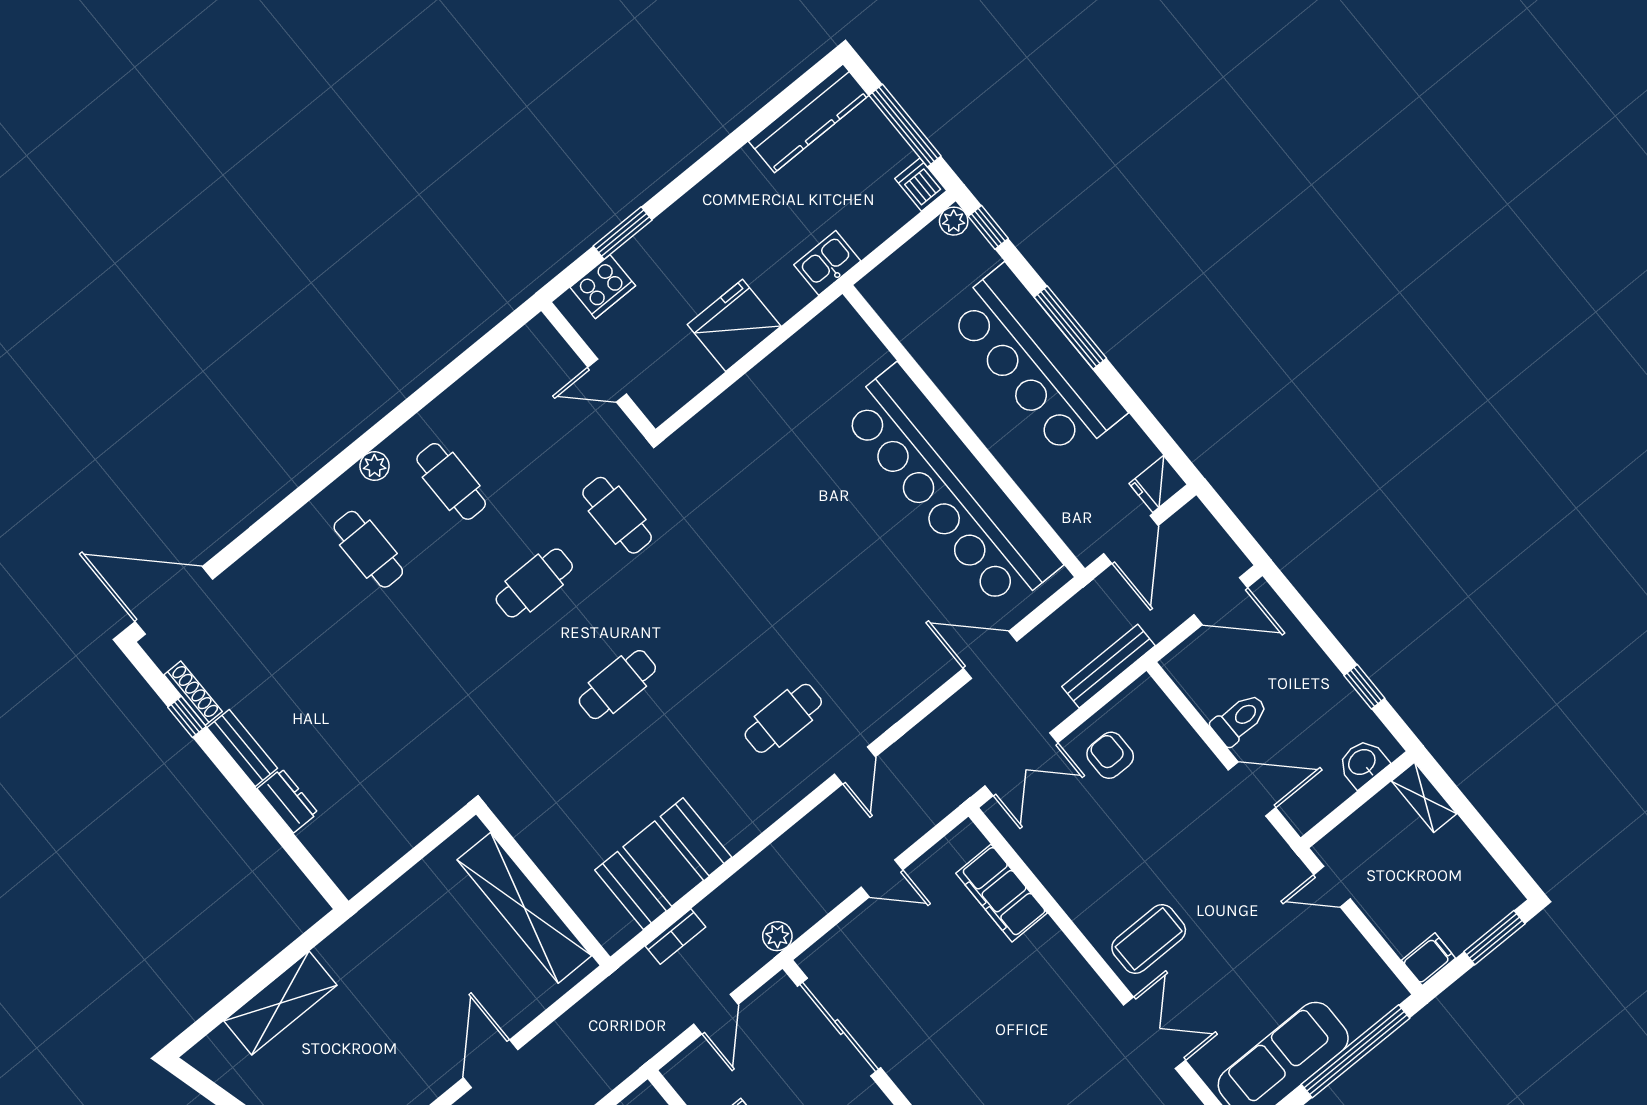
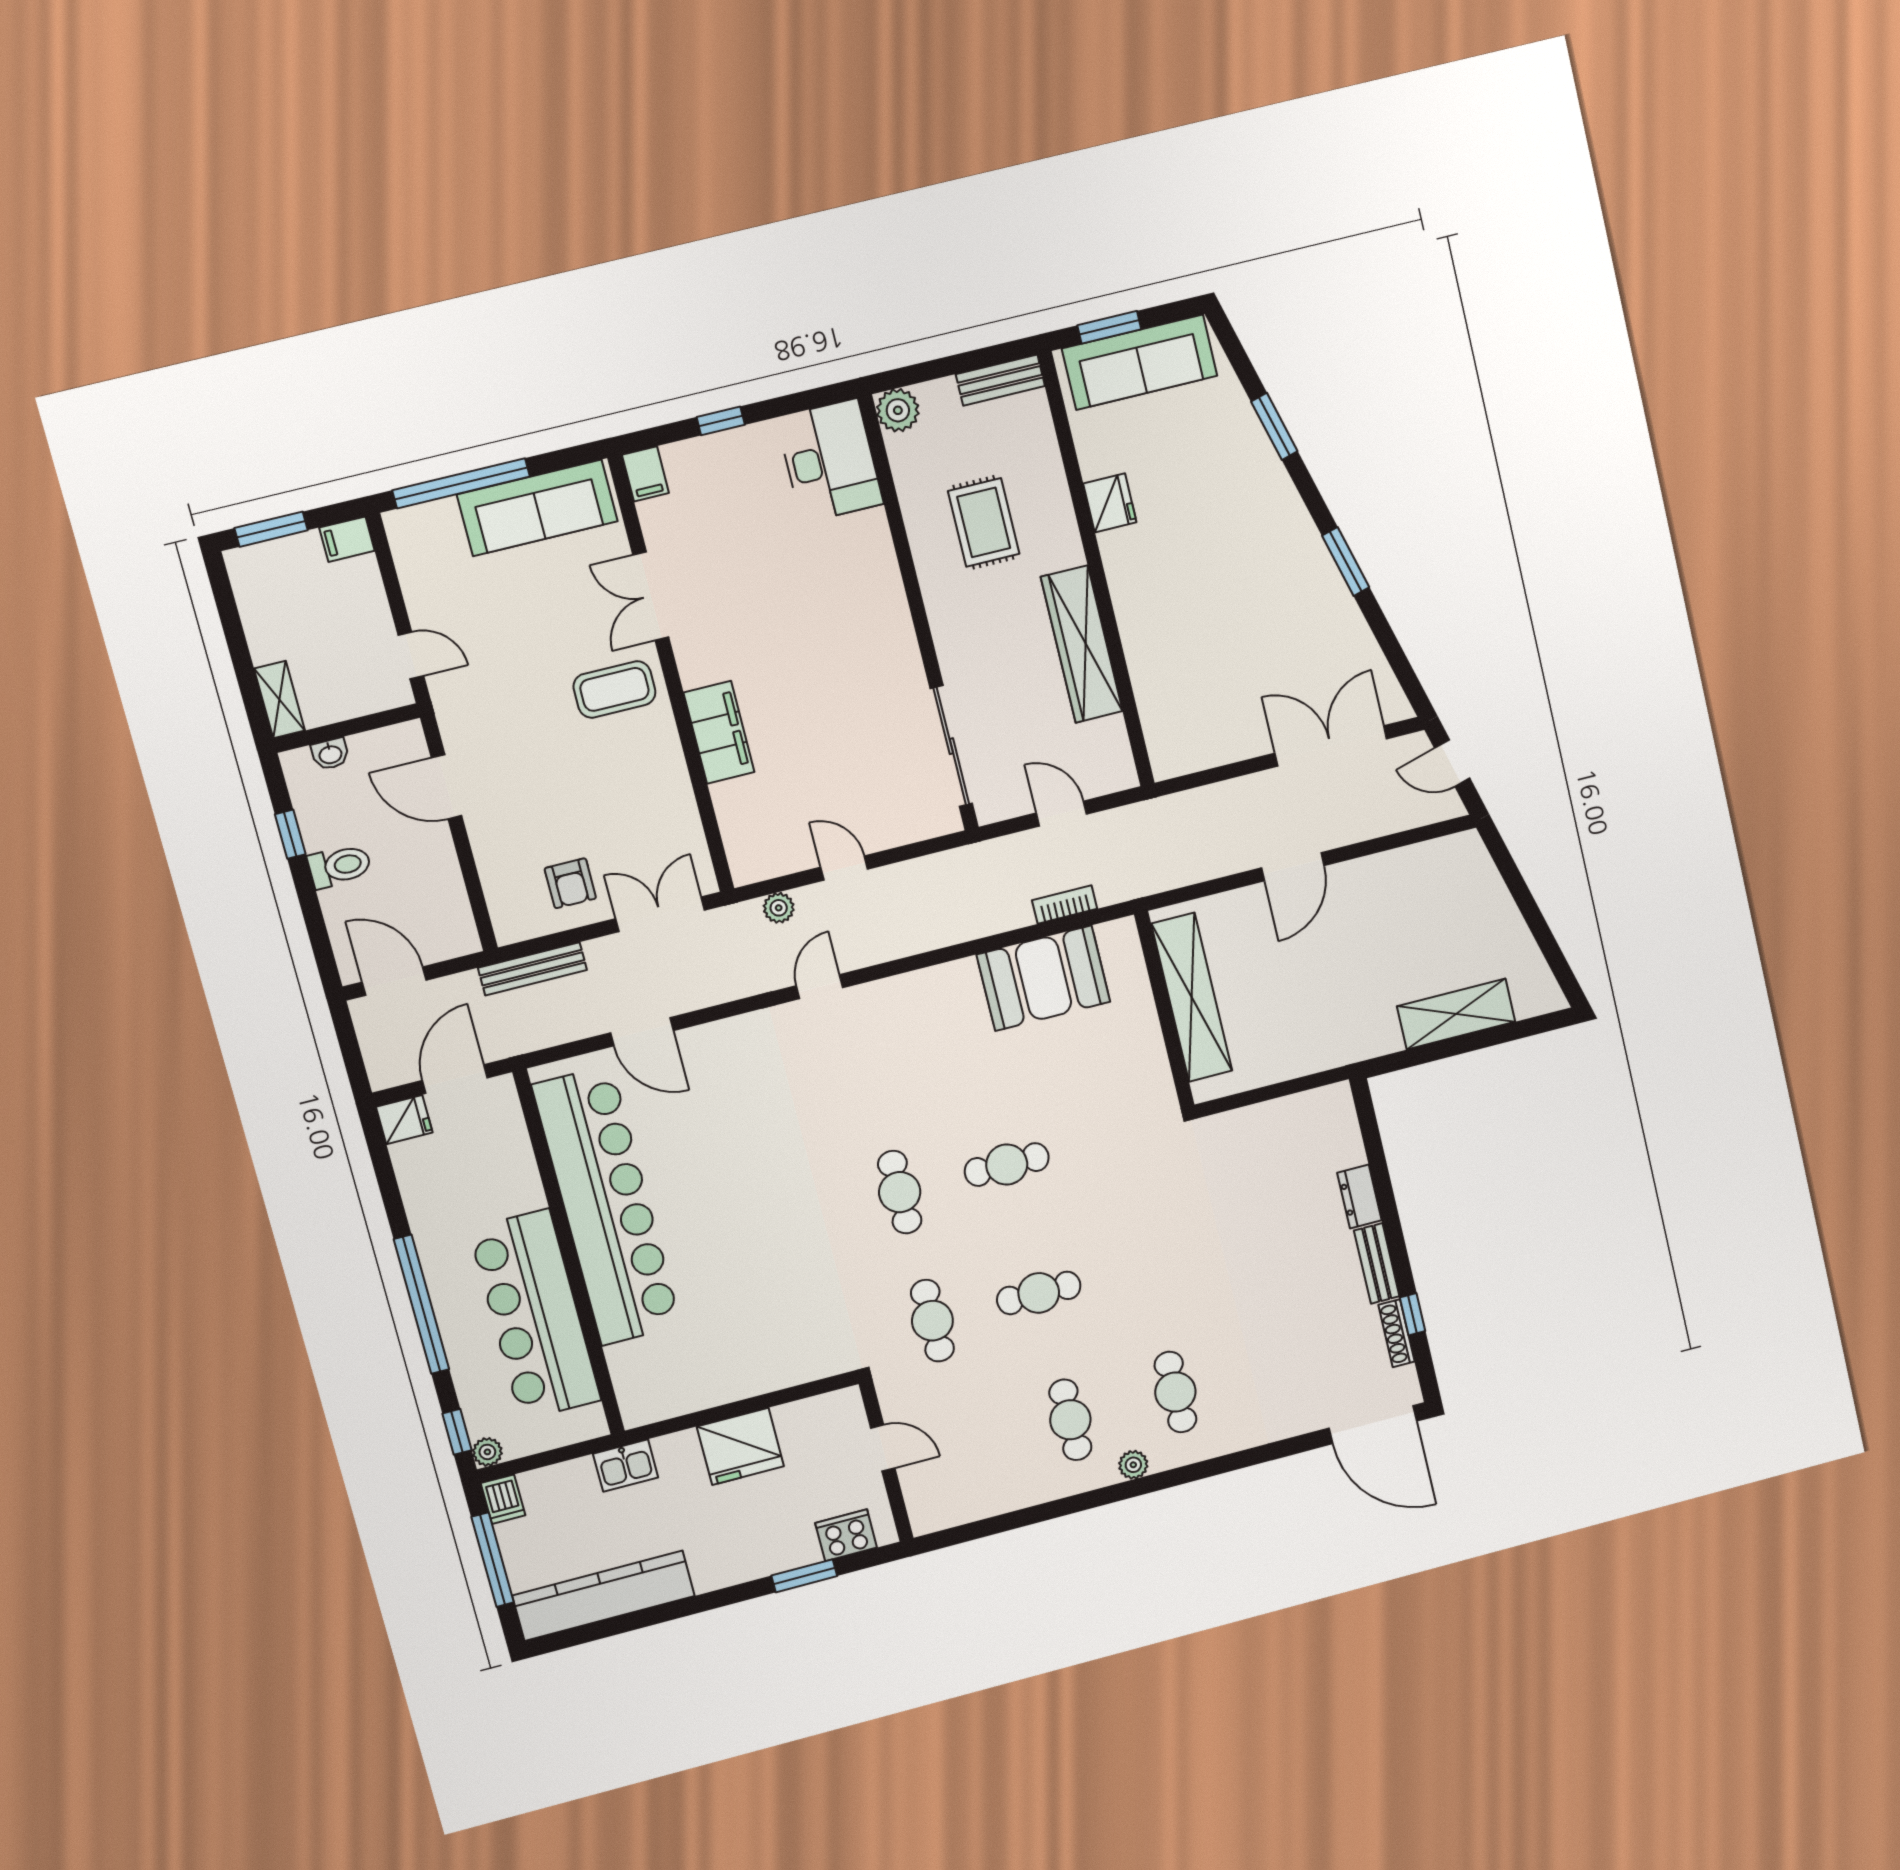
kitchen counter: (809, 118) -> (604, 1596), width x1.39, depth x1.17
window: (1070, 328) -> (421, 1304), width x1.46
bar counter: (1036, 362) -> (535, 1315), moved, turned 180
cafe table: (783, 718) -> (900, 1192), moved, turned 90
toilet: (1240, 719) -> (340, 866), moved, turned 180
washbasin: (1363, 763) -> (330, 754), width x0.72, depth x0.69
filing cabinet: (1001, 893) -> (719, 732), moved
plant: (777, 936) -> (779, 908), moved
door: (716, 1014) -> (1061, 814), hinge flipped

